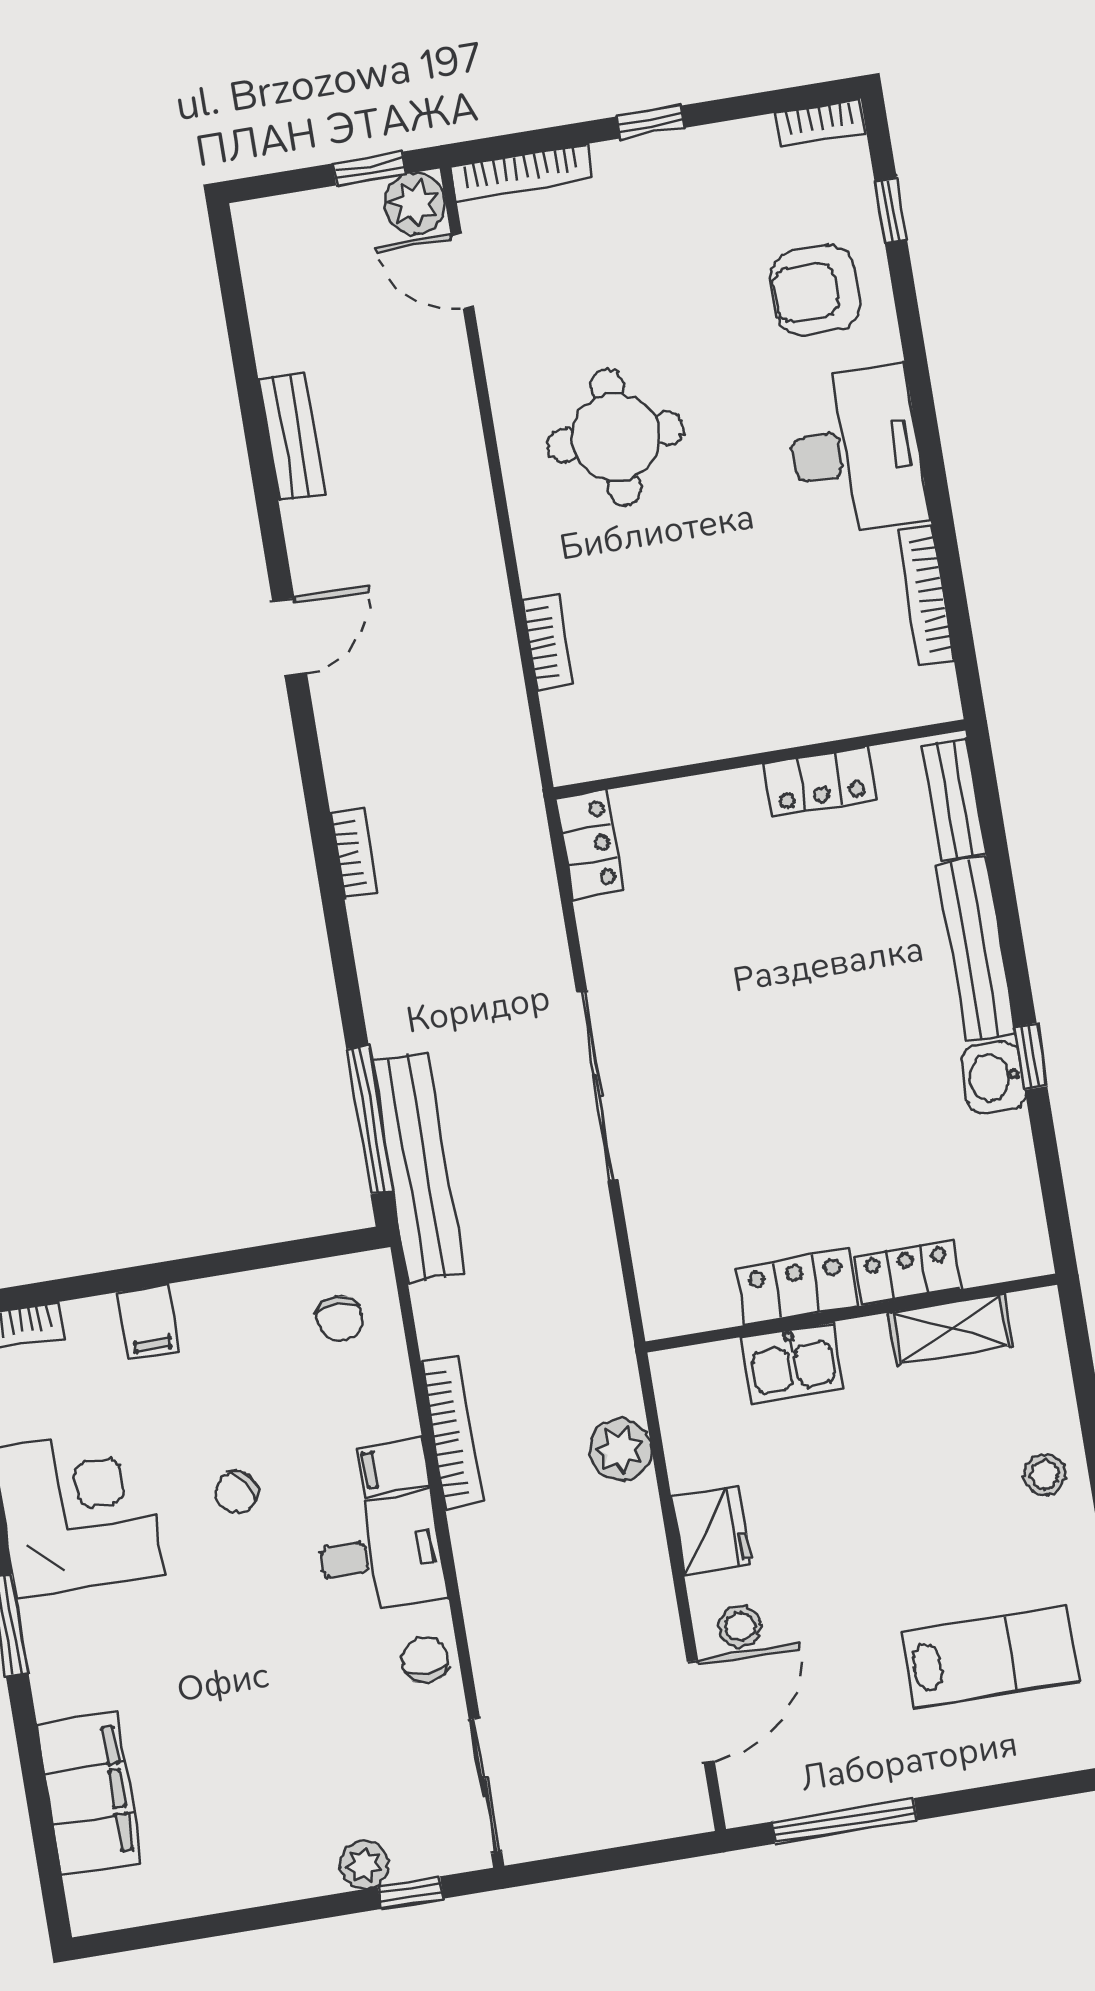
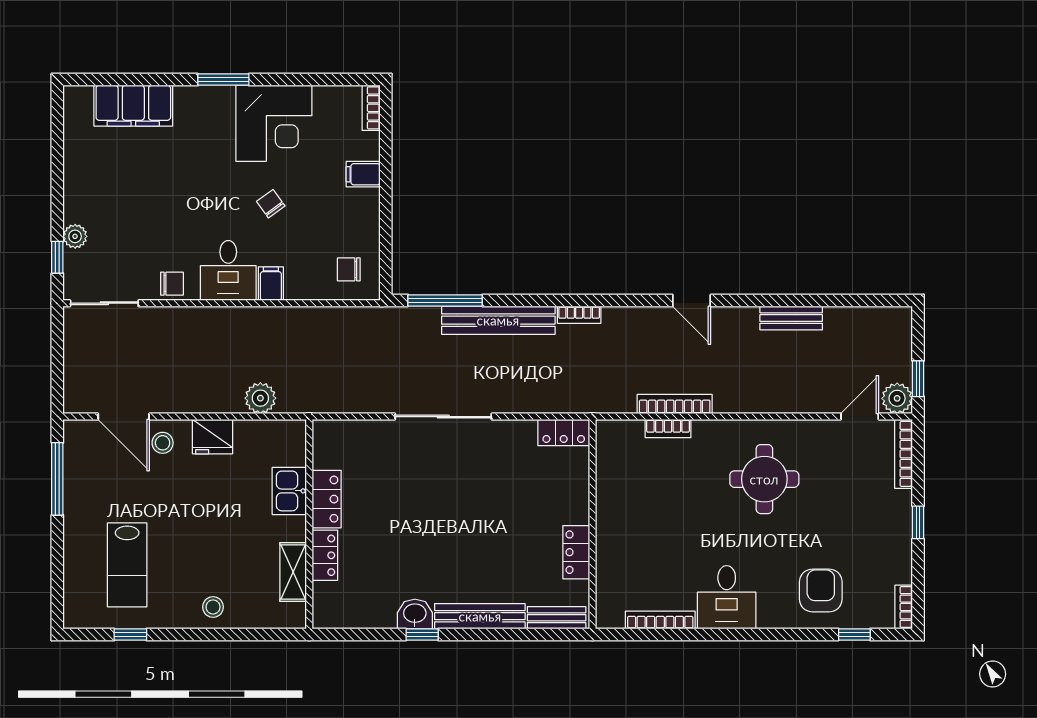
desk: (856, 451) -> (727, 597), width x0.73
bench: (417, 1168) -> (498, 320), moved
bookcase: (452, 1432) -> (675, 404), moved, turned 180

